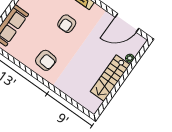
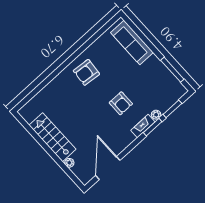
armchair: (67, 24) -> (121, 103), turned 180

